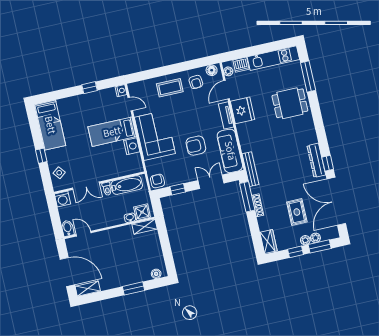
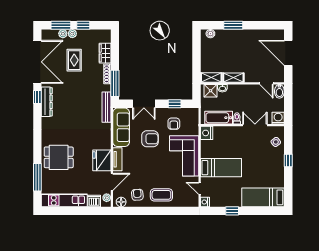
bed: (50, 125) -> (263, 197), moved, turned -90
nightstand: (132, 146) -> (207, 133), moved
armchair: (157, 181) -> (174, 124), moved
wardrobe: (268, 242) -> (105, 53), moved
shelving: (88, 289) -> (233, 78), moved

